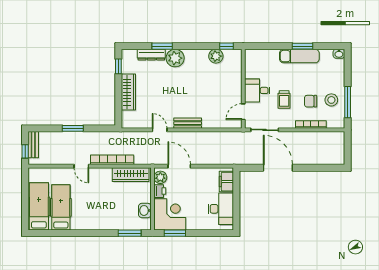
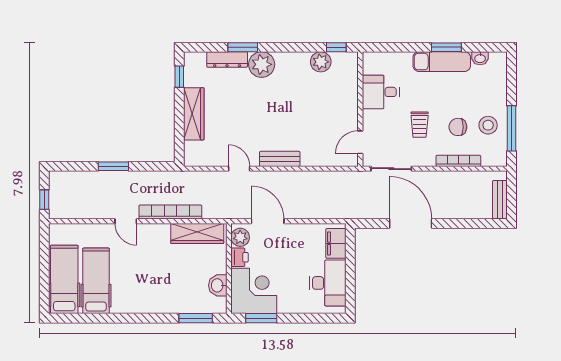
washbasin: (339, 54) -> (480, 58), moved
desk: (257, 90) -> (381, 92), moved
bench: (33, 145) -> (500, 200), moved

